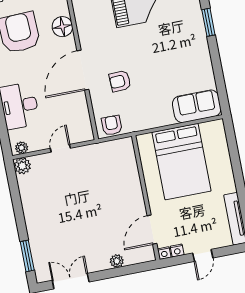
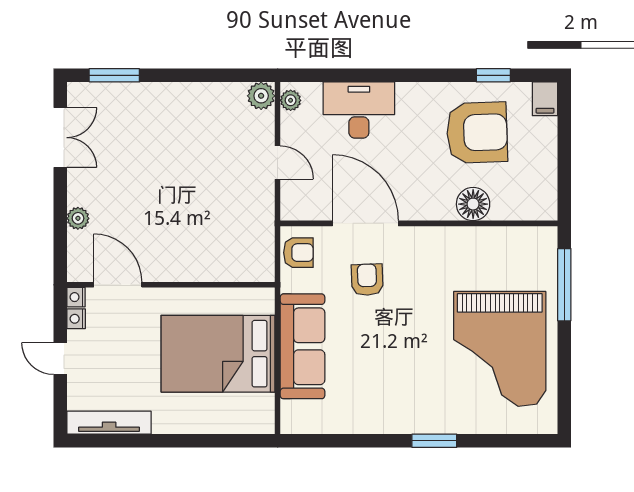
door: (83, 70) -> (365, 223), moved
sofa: (197, 106) -> (302, 346), moved, width x1.36

